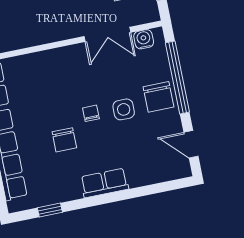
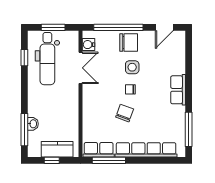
chair: (64, 140) -> (125, 113), moved, turned -70
window: (50, 210) -> (189, 129), width x2.17

